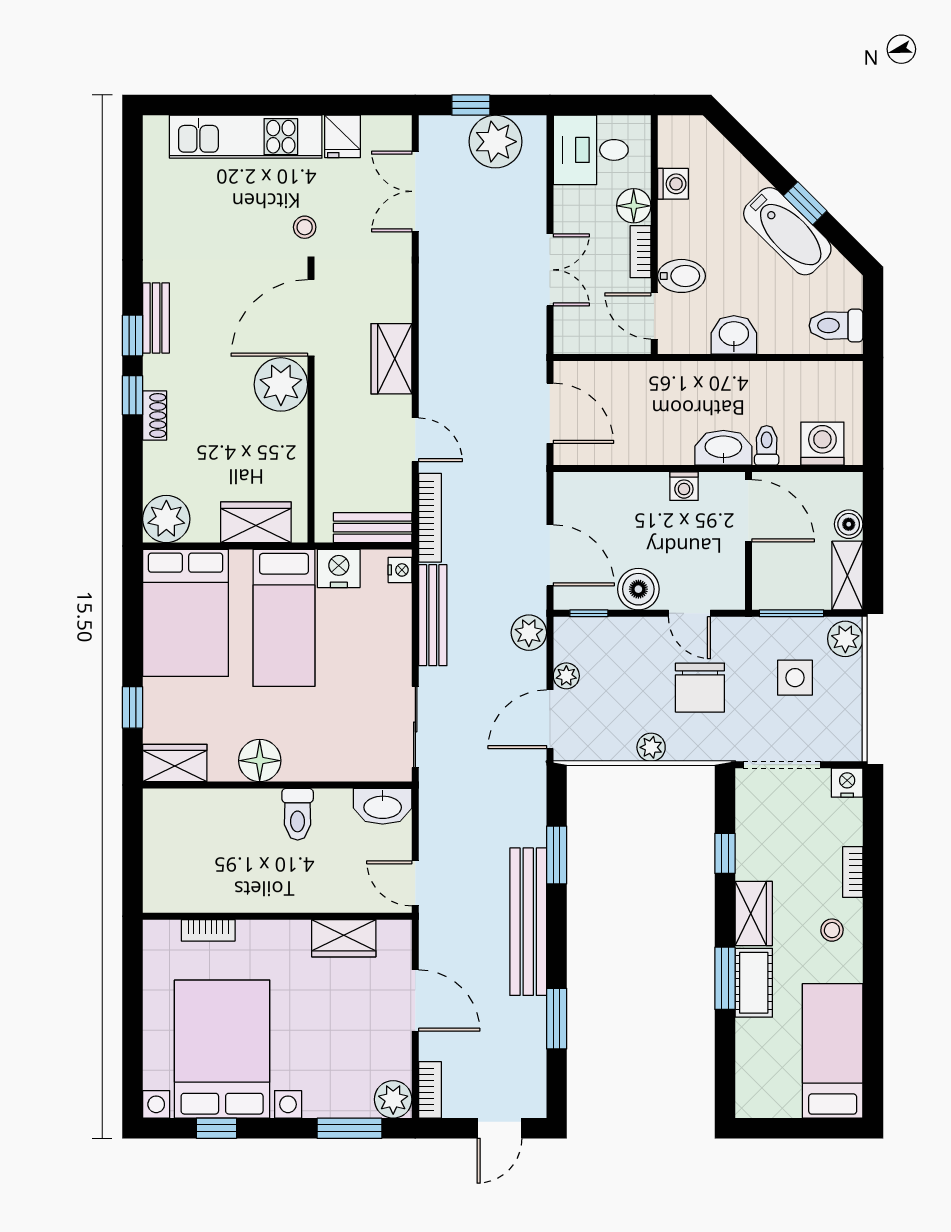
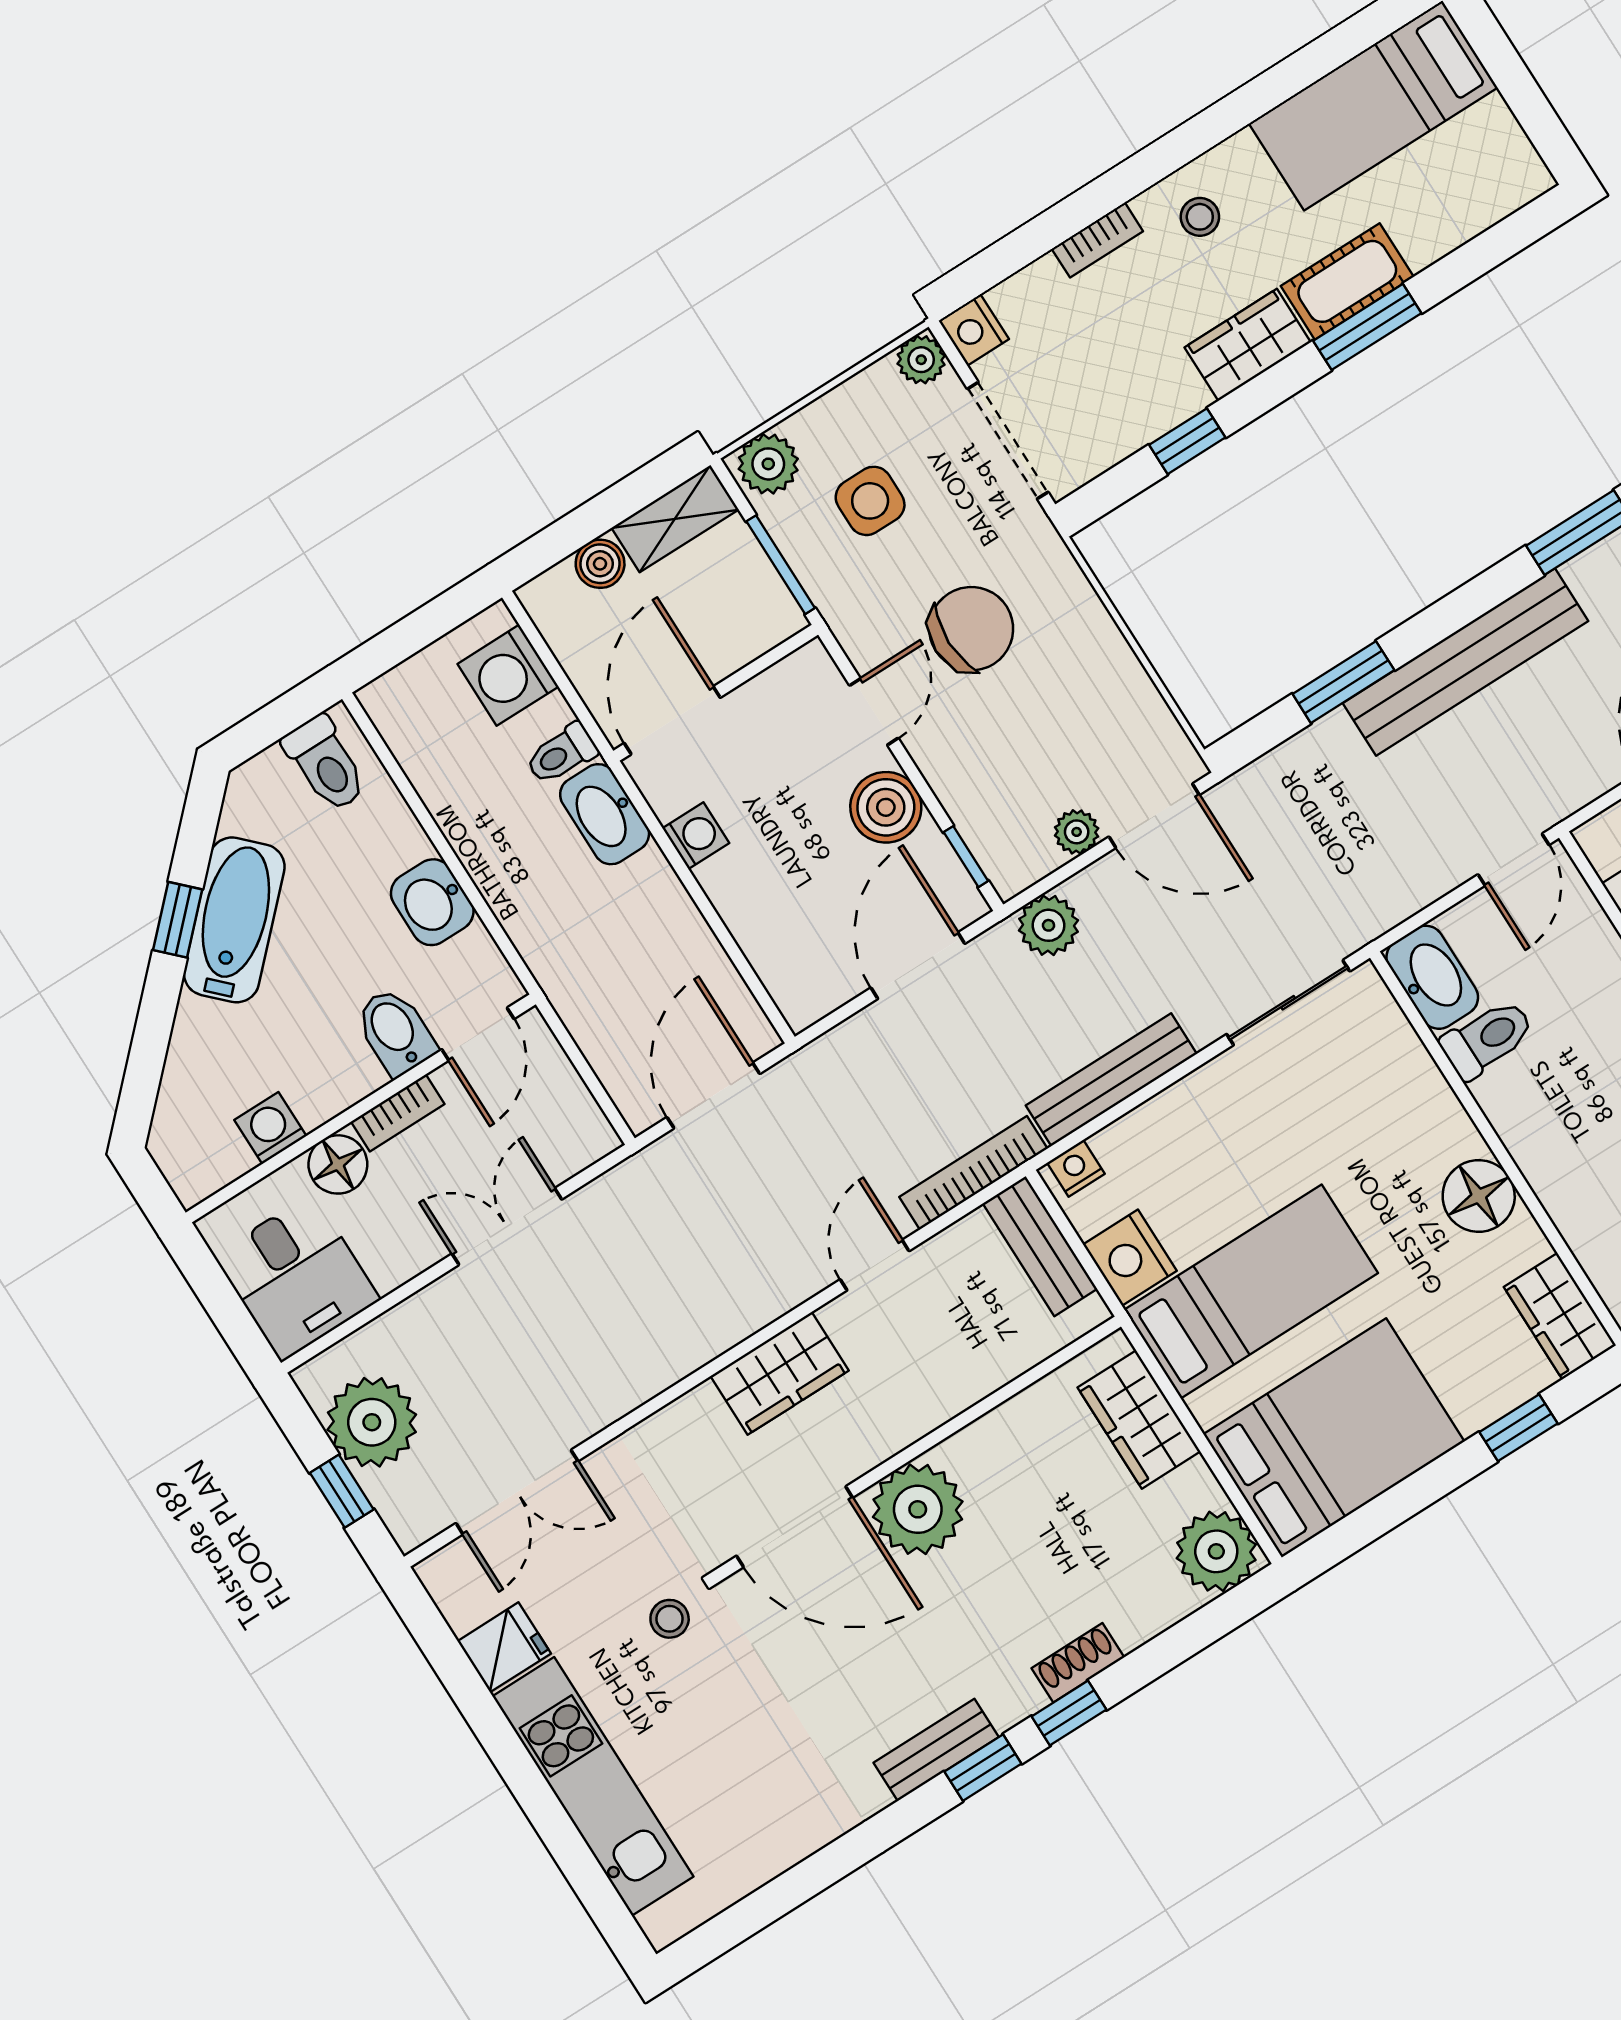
plant: (651, 747) -> (921, 360), moved
toilet: (298, 814) -> (1487, 1039), moved

